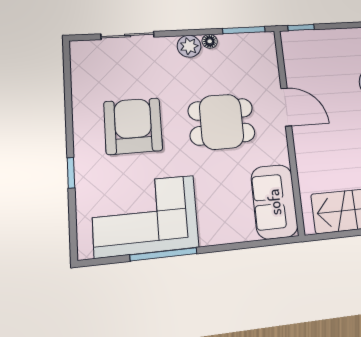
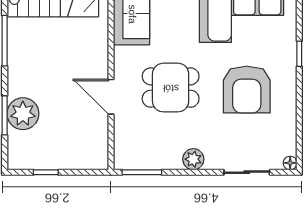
window: (301, 28) -> (46, 172), moved
floor lamp: (210, 41) -> (290, 163), moved

